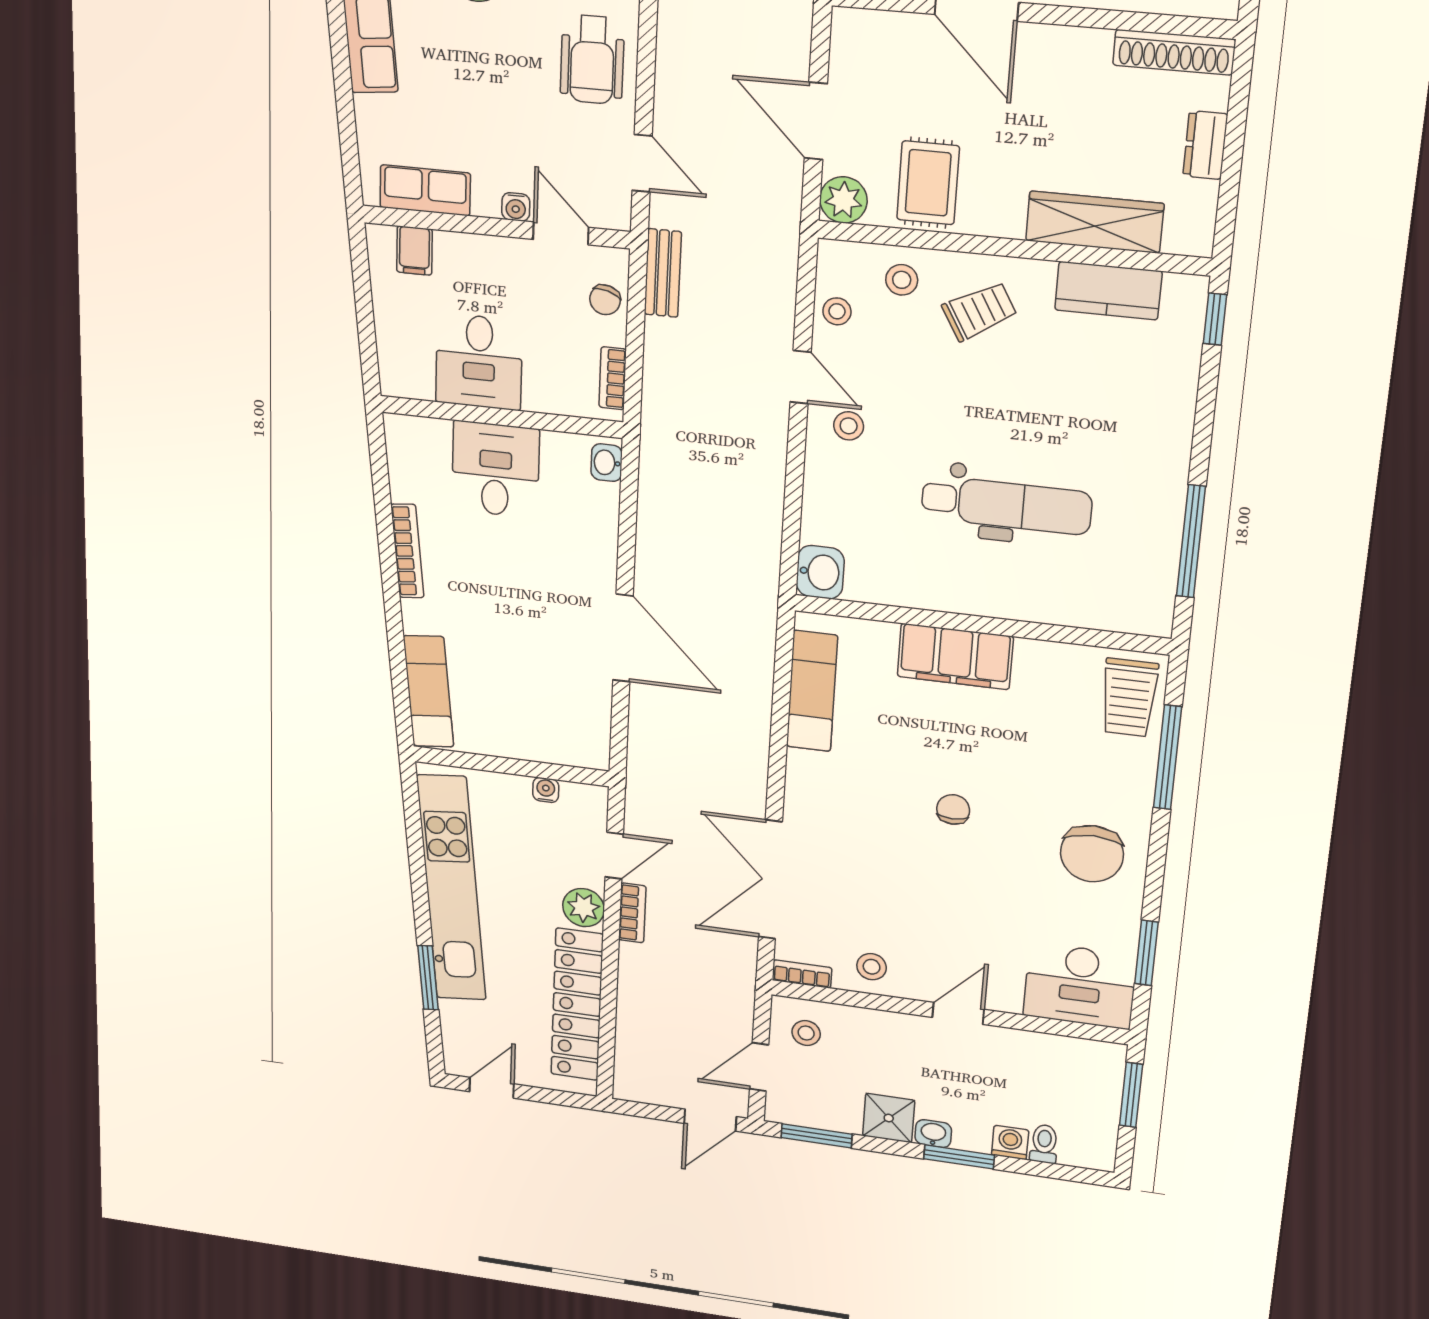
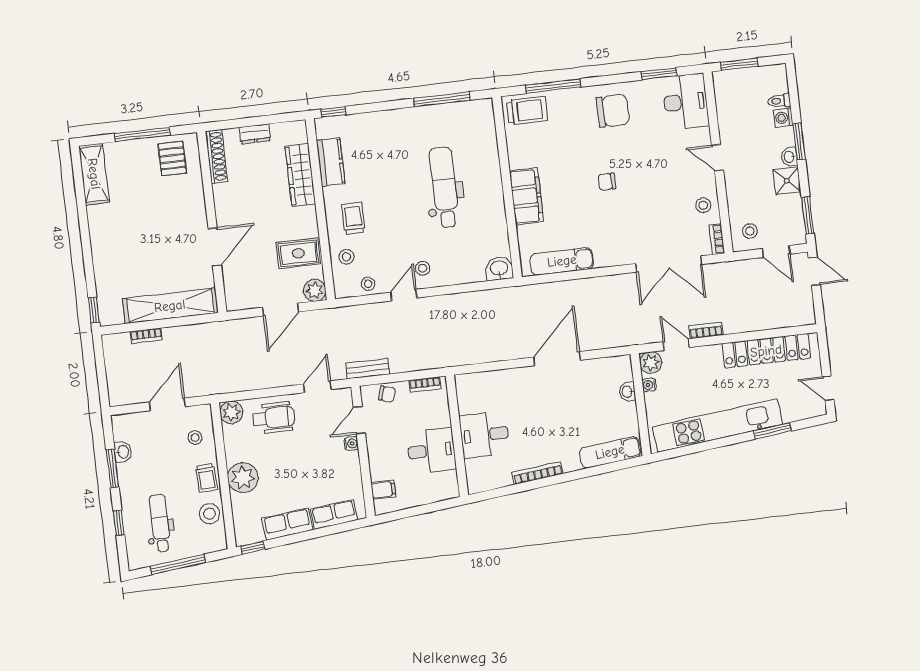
row of seats: (425, 190) -> (334, 514), moved, turned 84
trolley: (979, 311) -> (353, 218), turned 30
washbasin: (607, 463) -> (627, 392), moved, turned 90
plant: (584, 908) -> (651, 363), moved

